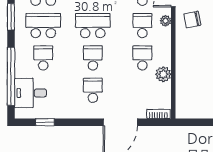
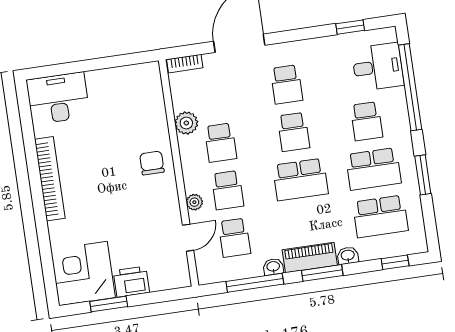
chair: (192, 20) -> (152, 163), moved, turned -79

